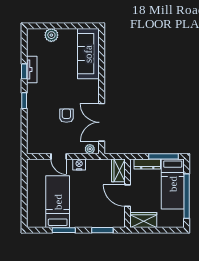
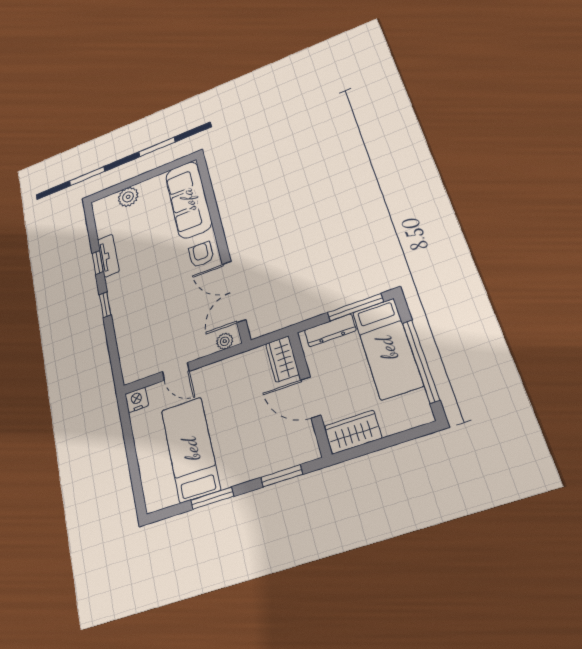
armchair: (66, 116) -> (201, 254), moved
nightstand: (79, 165) -> (137, 400), moved

